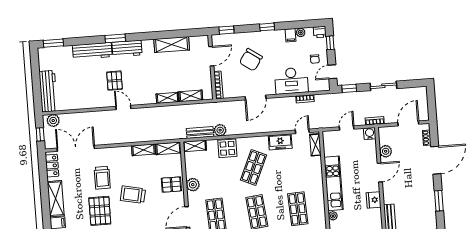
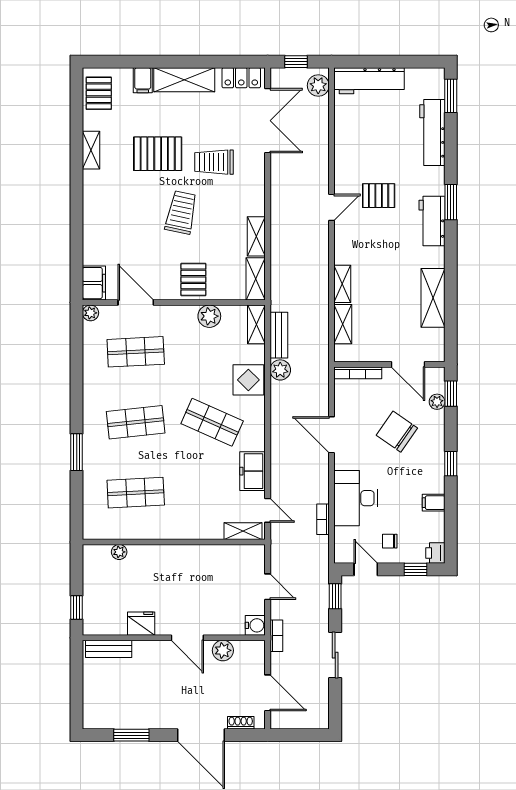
plant: (301, 32) -> (437, 402), moved
workbench: (92, 51) -> (432, 132), moved
kitchen unit: (334, 183) -> (175, 557), removed
plant: (193, 185) -> (209, 316), moved

